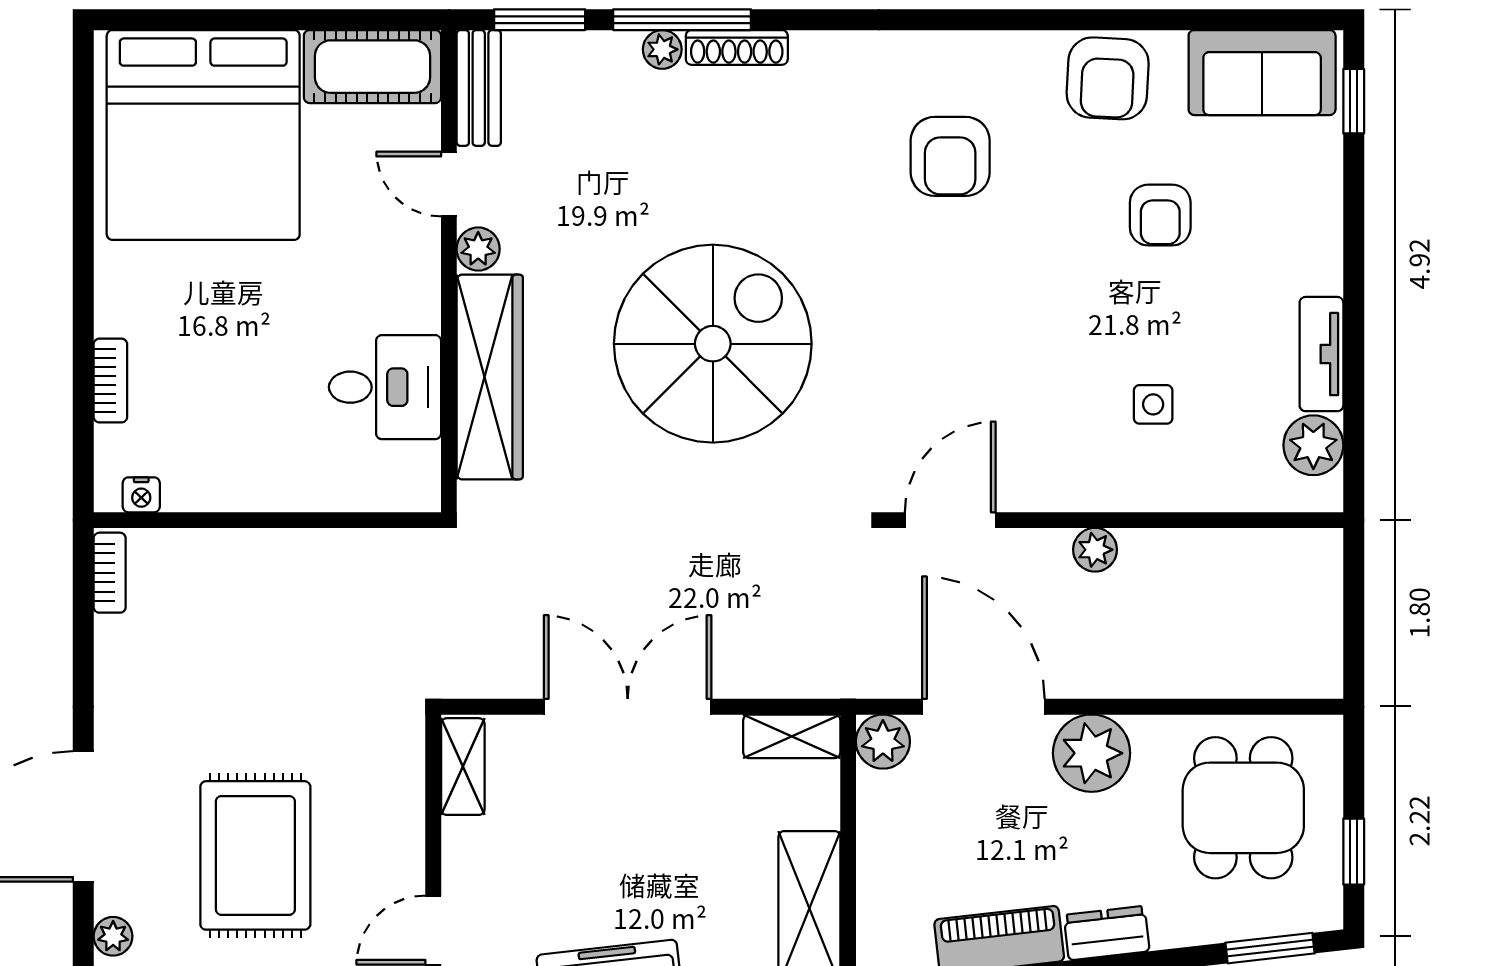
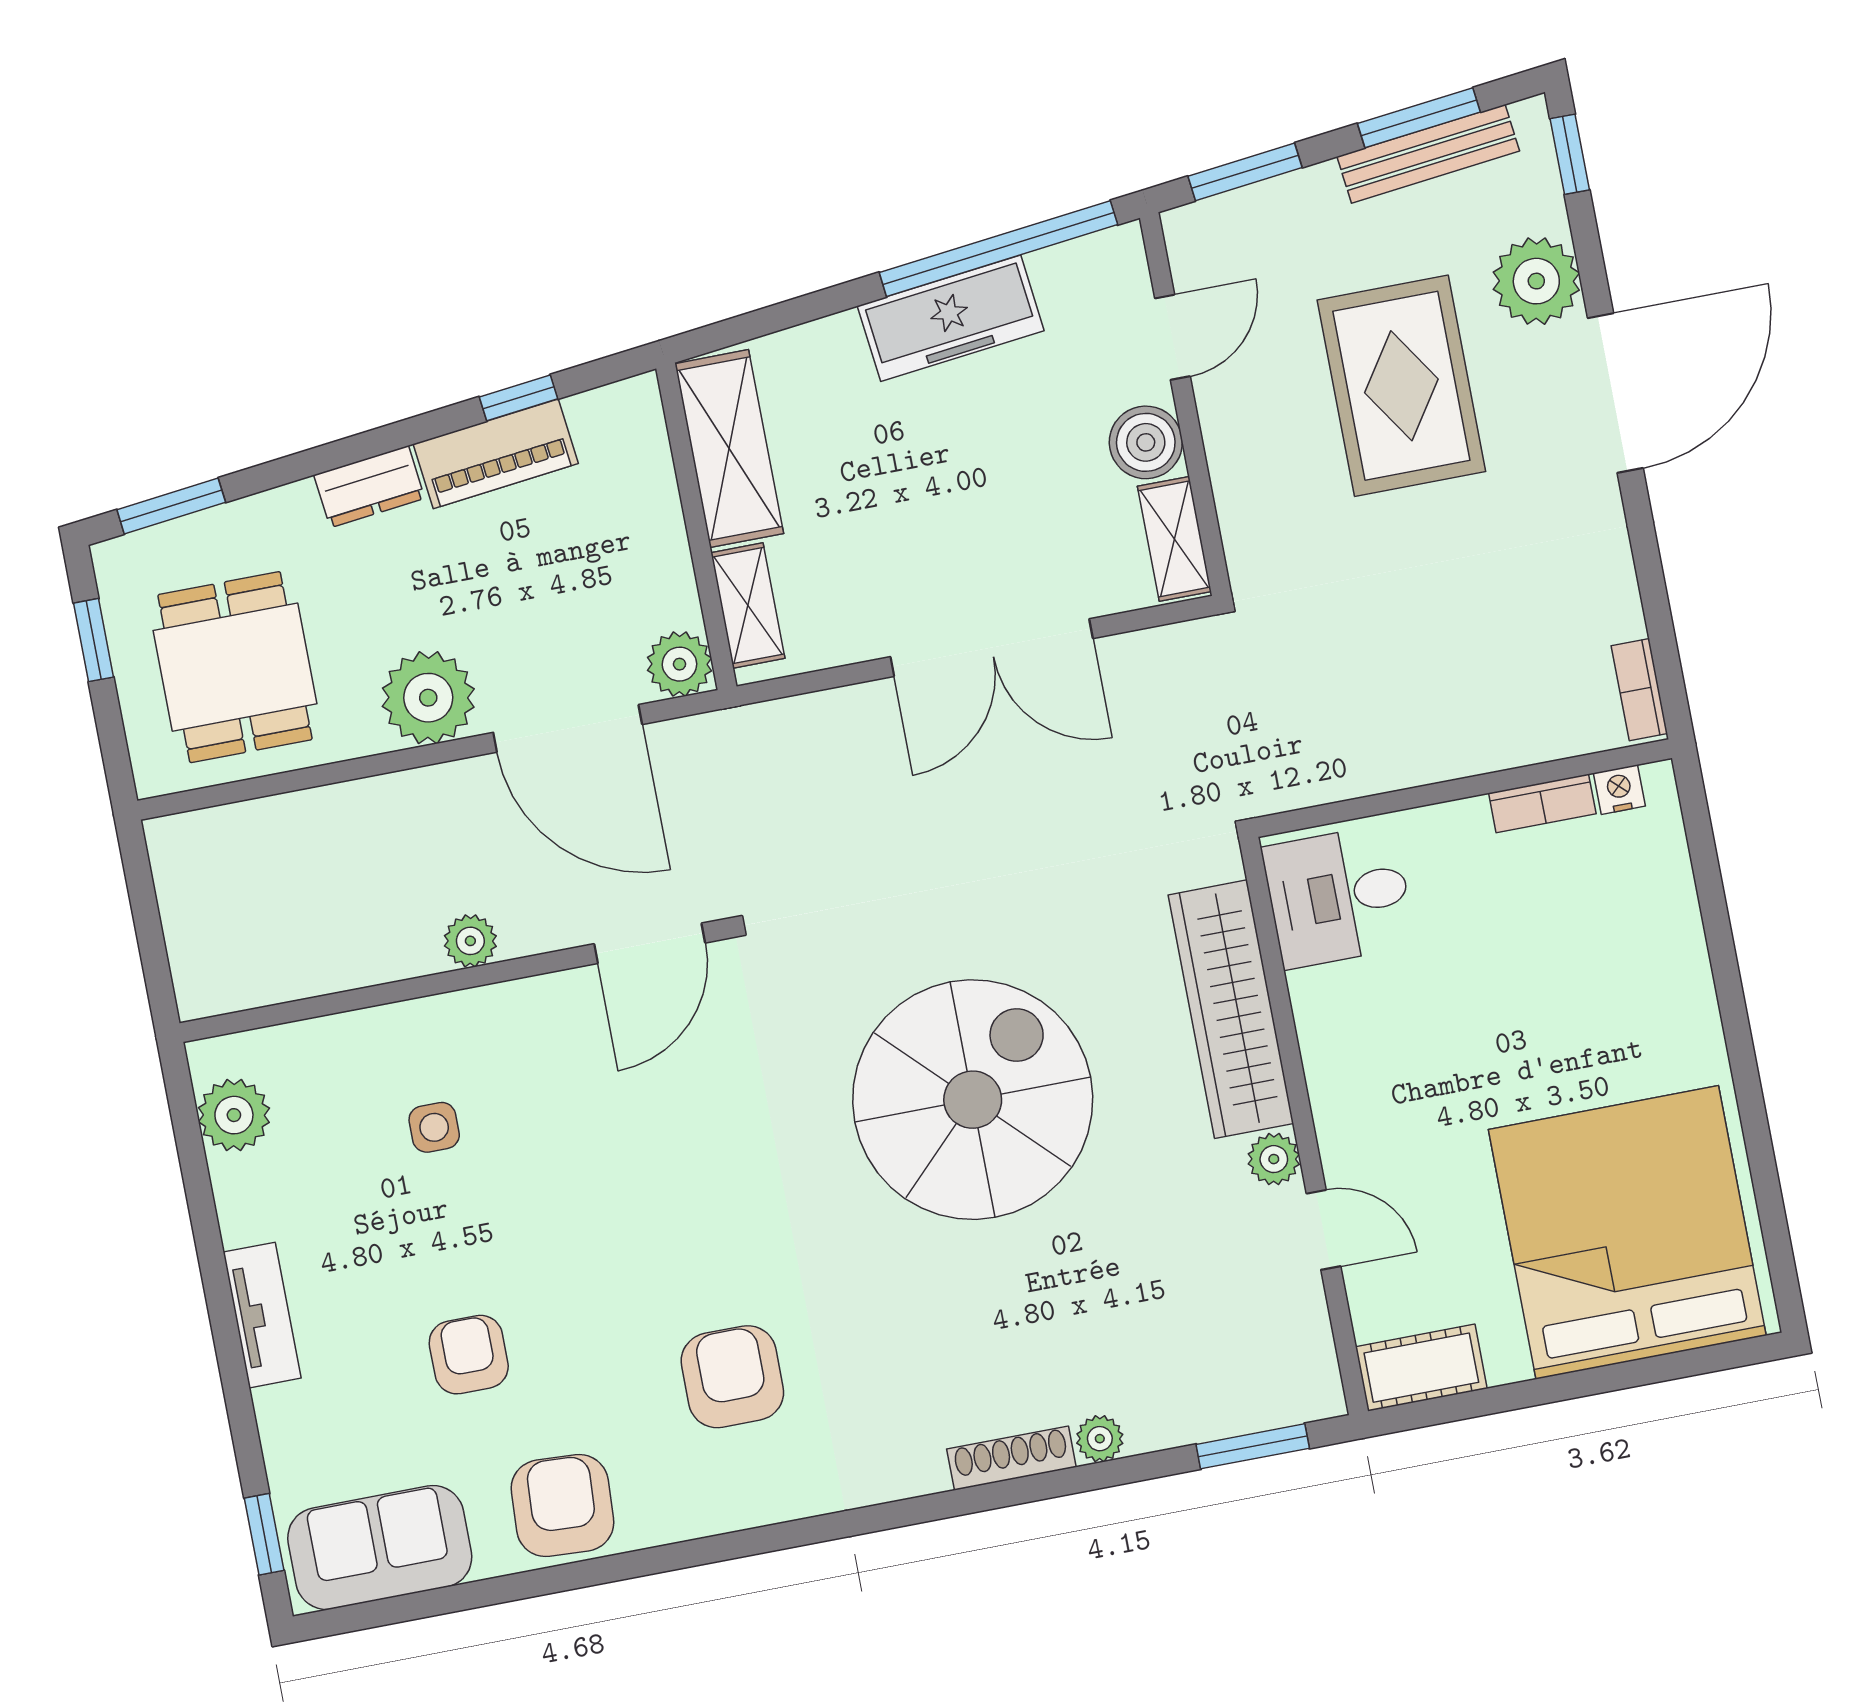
window: (682, 20) -> (1083, 1479), removed
cot: (372, 67) -> (1421, 1368), width x0.73, depth x0.75
bench: (479, 88) -> (1310, 1351), removed
spiral stairs: (713, 344) -> (973, 1100), turned 180
tv unit: (1321, 354) -> (262, 1315), moved
bookcase: (110, 381) -> (1542, 803), moved, turned -90
desk: (385, 387) -> (1339, 896), moved
shelving: (792, 736) -> (748, 606), moved, turned 90
boiler: (471, 849) -> (1146, 442), added
plant: (113, 936) -> (1536, 281), width x1.87, depth x1.87

